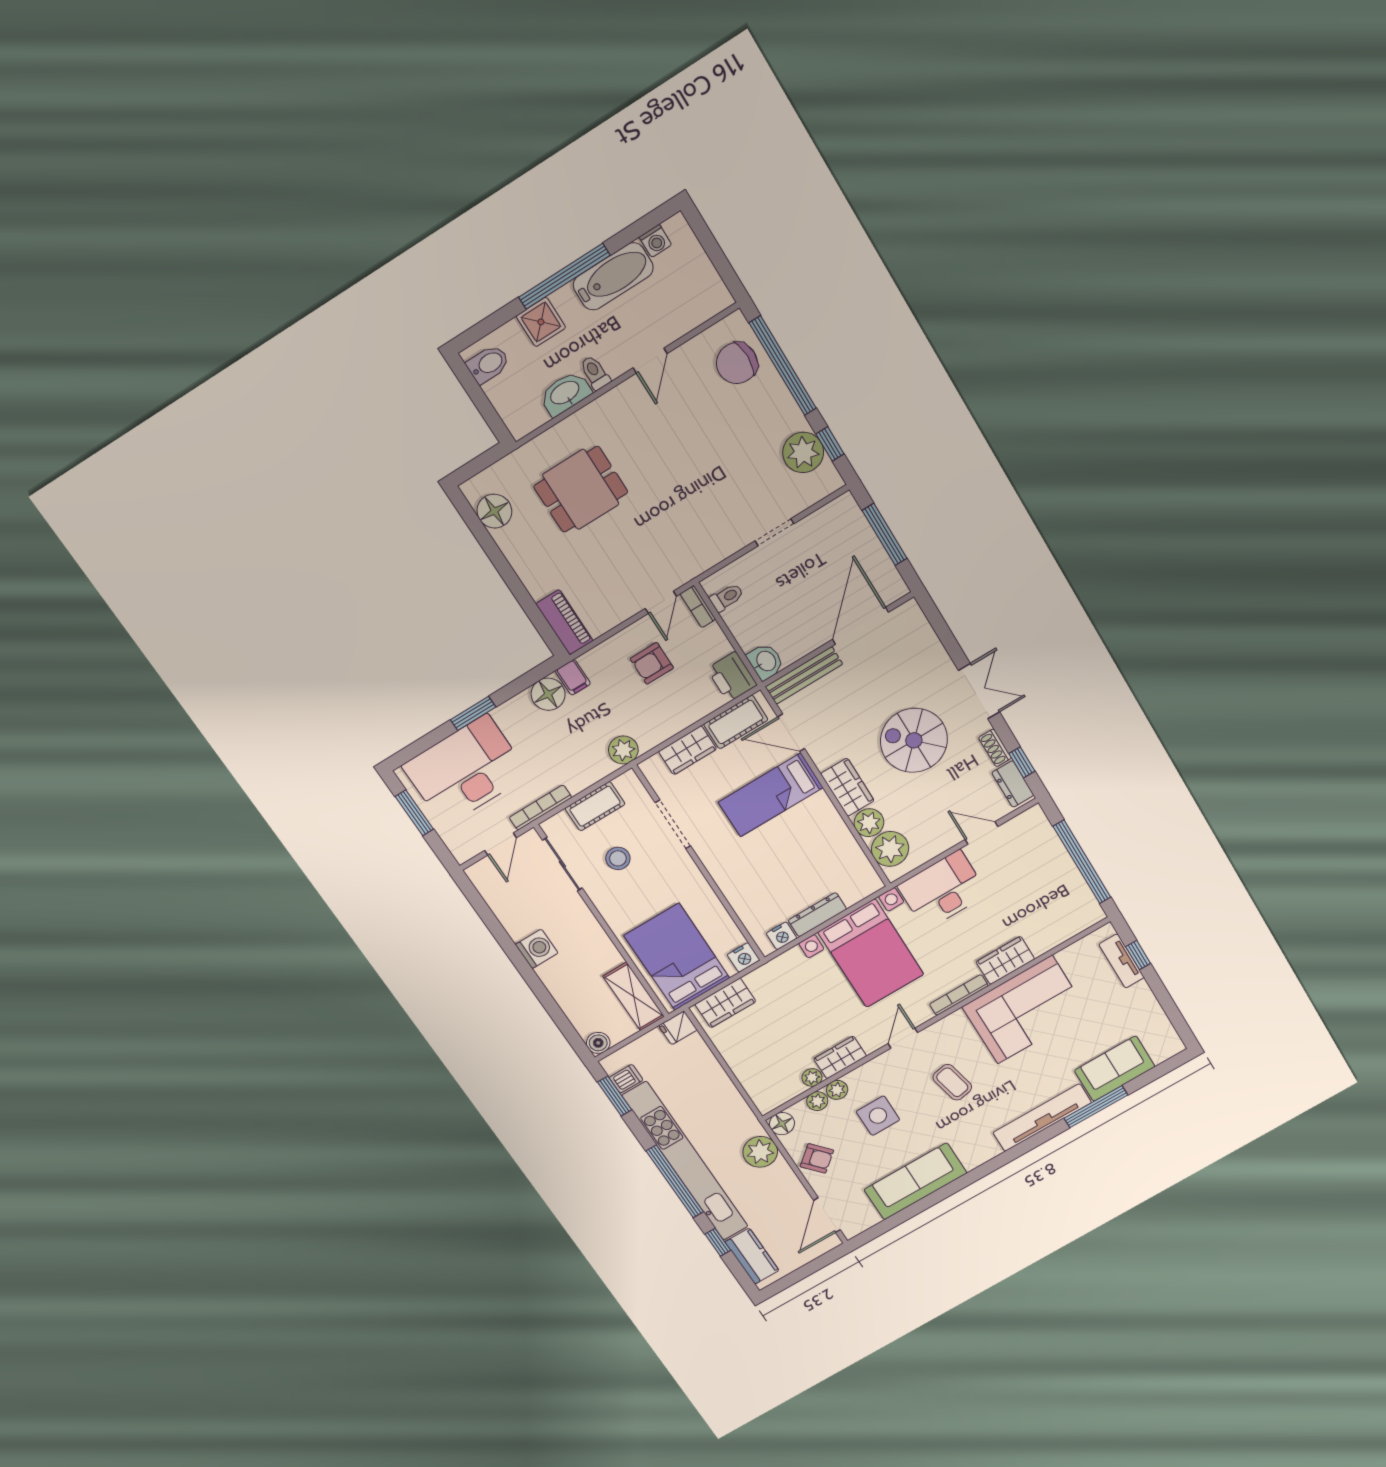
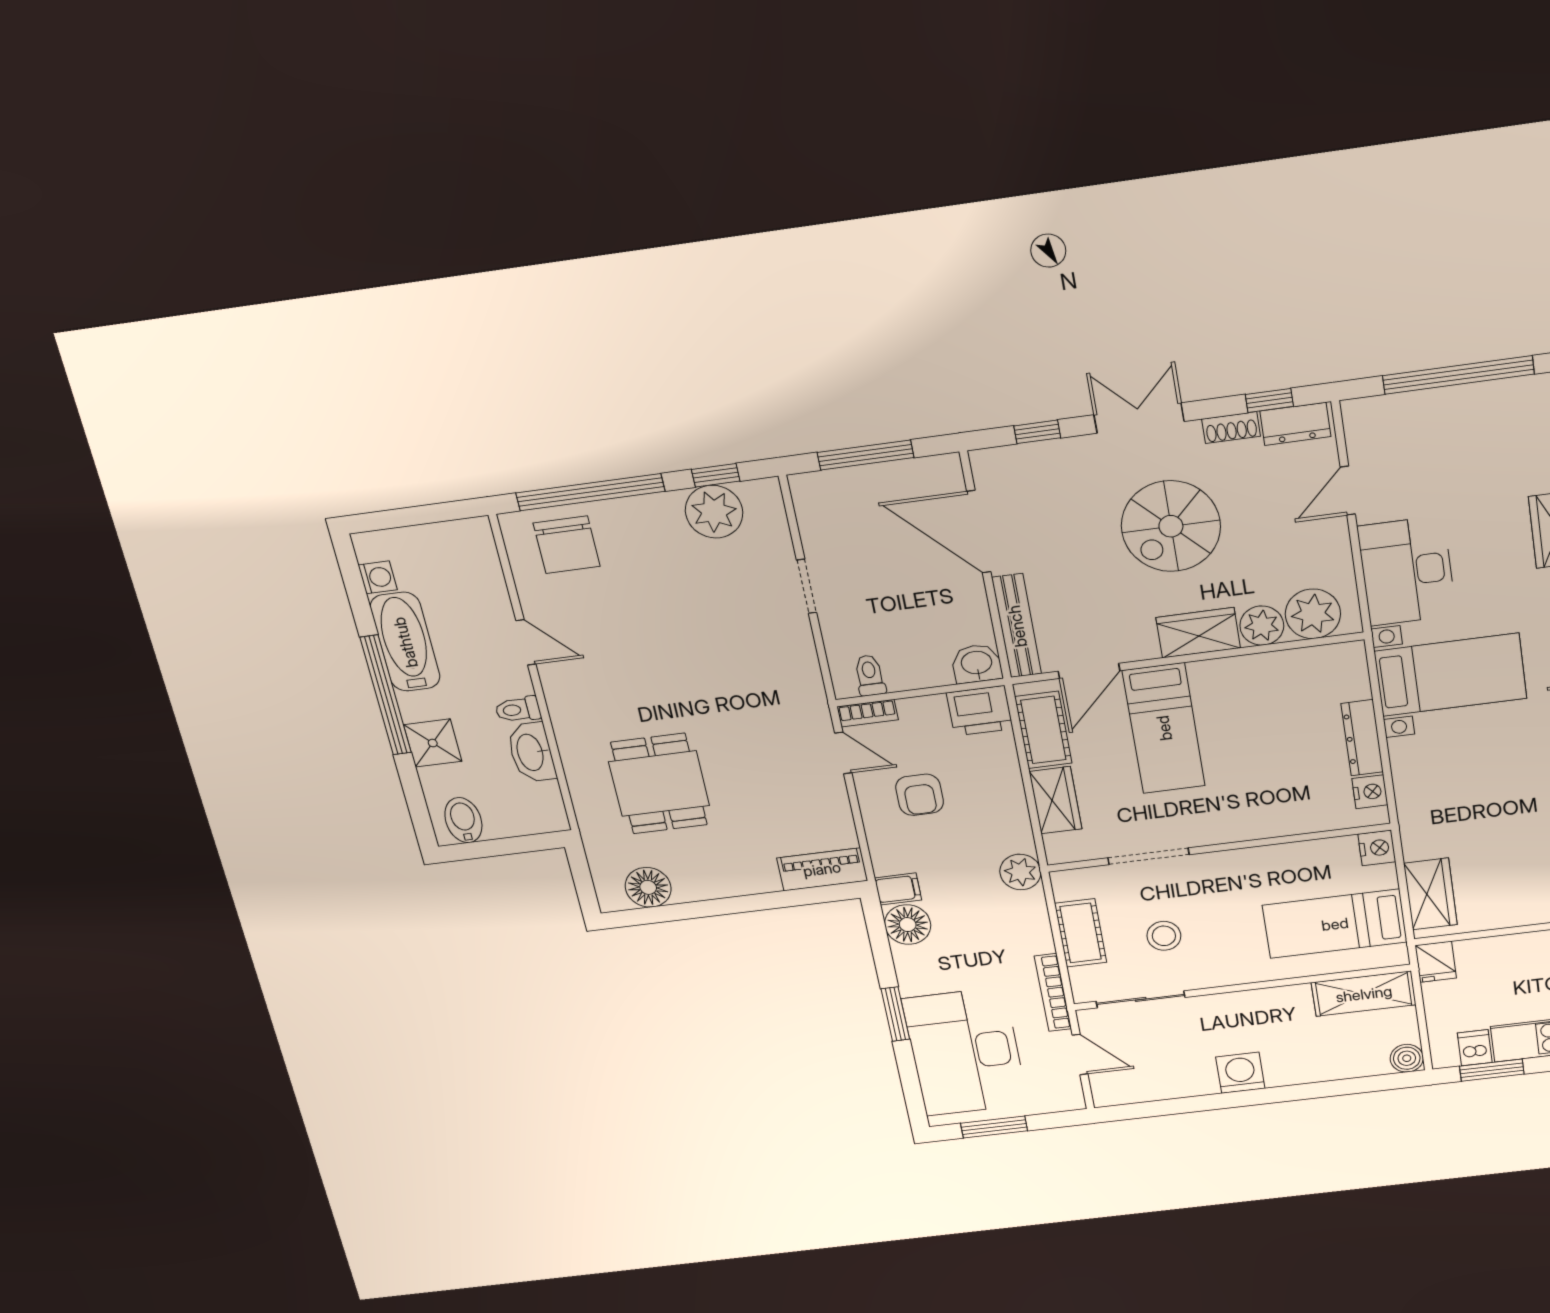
window: (945, 634) -> (1037, 432), added
bed with nightstands: (871, 953) -> (1451, 675), width x0.73
bed: (677, 957) -> (1335, 924), width x0.67

